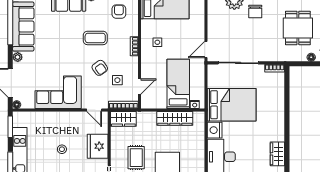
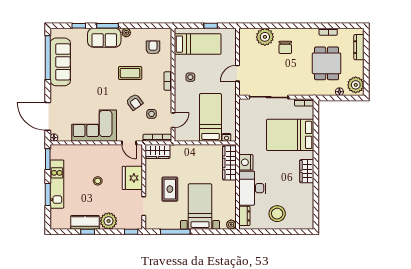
door: (206, 50) -> (237, 73), moved
plant: (18, 57) -> (55, 92), removed
bed: (232, 105) -> (290, 135), moved, turned 180
wardrobe: (175, 118) -> (229, 163), moved, turned 90
wardrobe: (277, 154) -> (307, 171), moved

